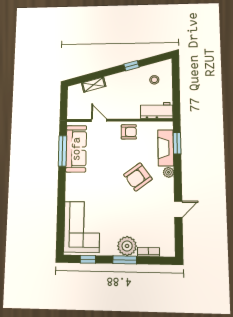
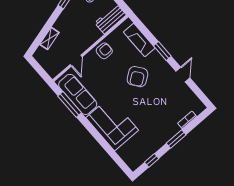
door: (99, 120) -> (76, 61), swing flipped
window: (177, 143) -> (162, 51), moved
plant: (168, 172) -> (155, 55), removed
corner sofa: (82, 227) -> (112, 124), moved
plant: (127, 246) -> (170, 129), removed

